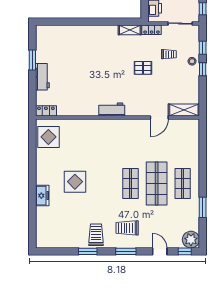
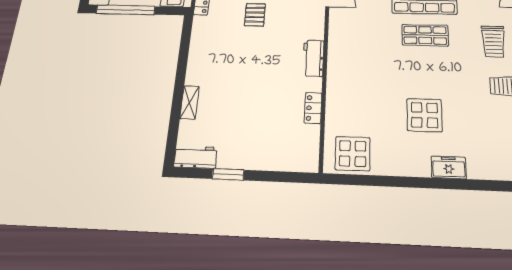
shelving: (130, 30) -> (190, 102), moved
workbench: (42, 77) -> (195, 157), moved
locker: (46, 111) -> (313, 108), moved

